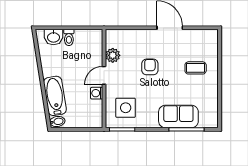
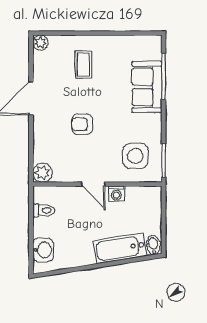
plant: (212, 35) -> (40, 43), added
toilet: (69, 37) -> (44, 210), moved
plant: (113, 55) -> (42, 173), moved

